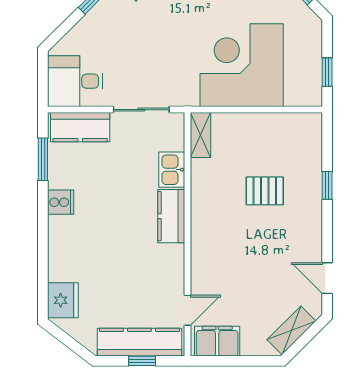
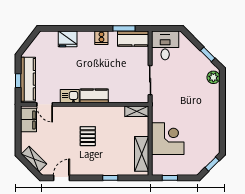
corner desk: (242, 65) -> (168, 139), width x0.74, depth x0.74
shelving: (282, 126) -> (142, 154), added
kitchen counter: (80, 127) -> (133, 39), moved, turned -90
kitchen sink: (172, 170) -> (70, 96), moved
pallet: (265, 191) -> (88, 136), moved
fridge: (63, 300) -> (68, 39), moved

